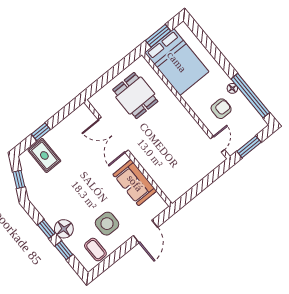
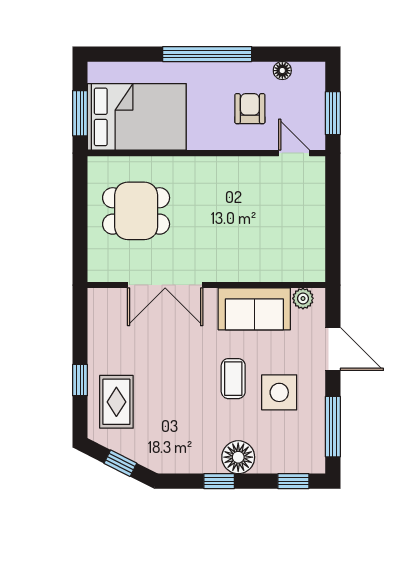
floor lamp: (232, 88) -> (282, 71), moved
window: (250, 96) -> (207, 54), moved
rug: (44, 155) -> (116, 402), turned 90
plant: (157, 200) -> (303, 298), added
window: (64, 250) -> (293, 481), moved
coffee table: (95, 250) -> (233, 379), moved, turned 90
window: (111, 259) -> (333, 427), added

